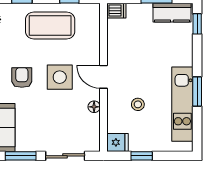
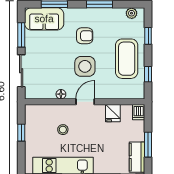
fridge: (118, 142) -> (113, 113), moved

